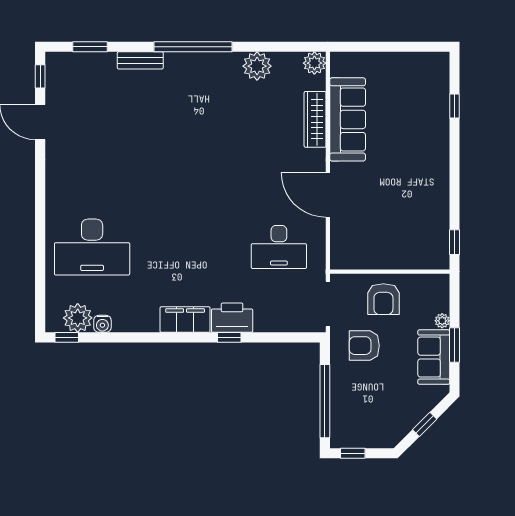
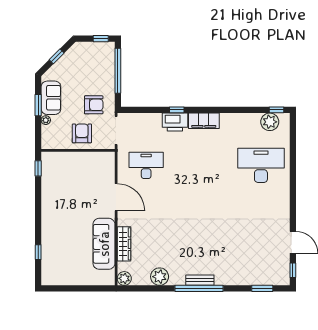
bench: (140, 60) -> (200, 280), moved
water cooler: (102, 324) -> (255, 118), removed

